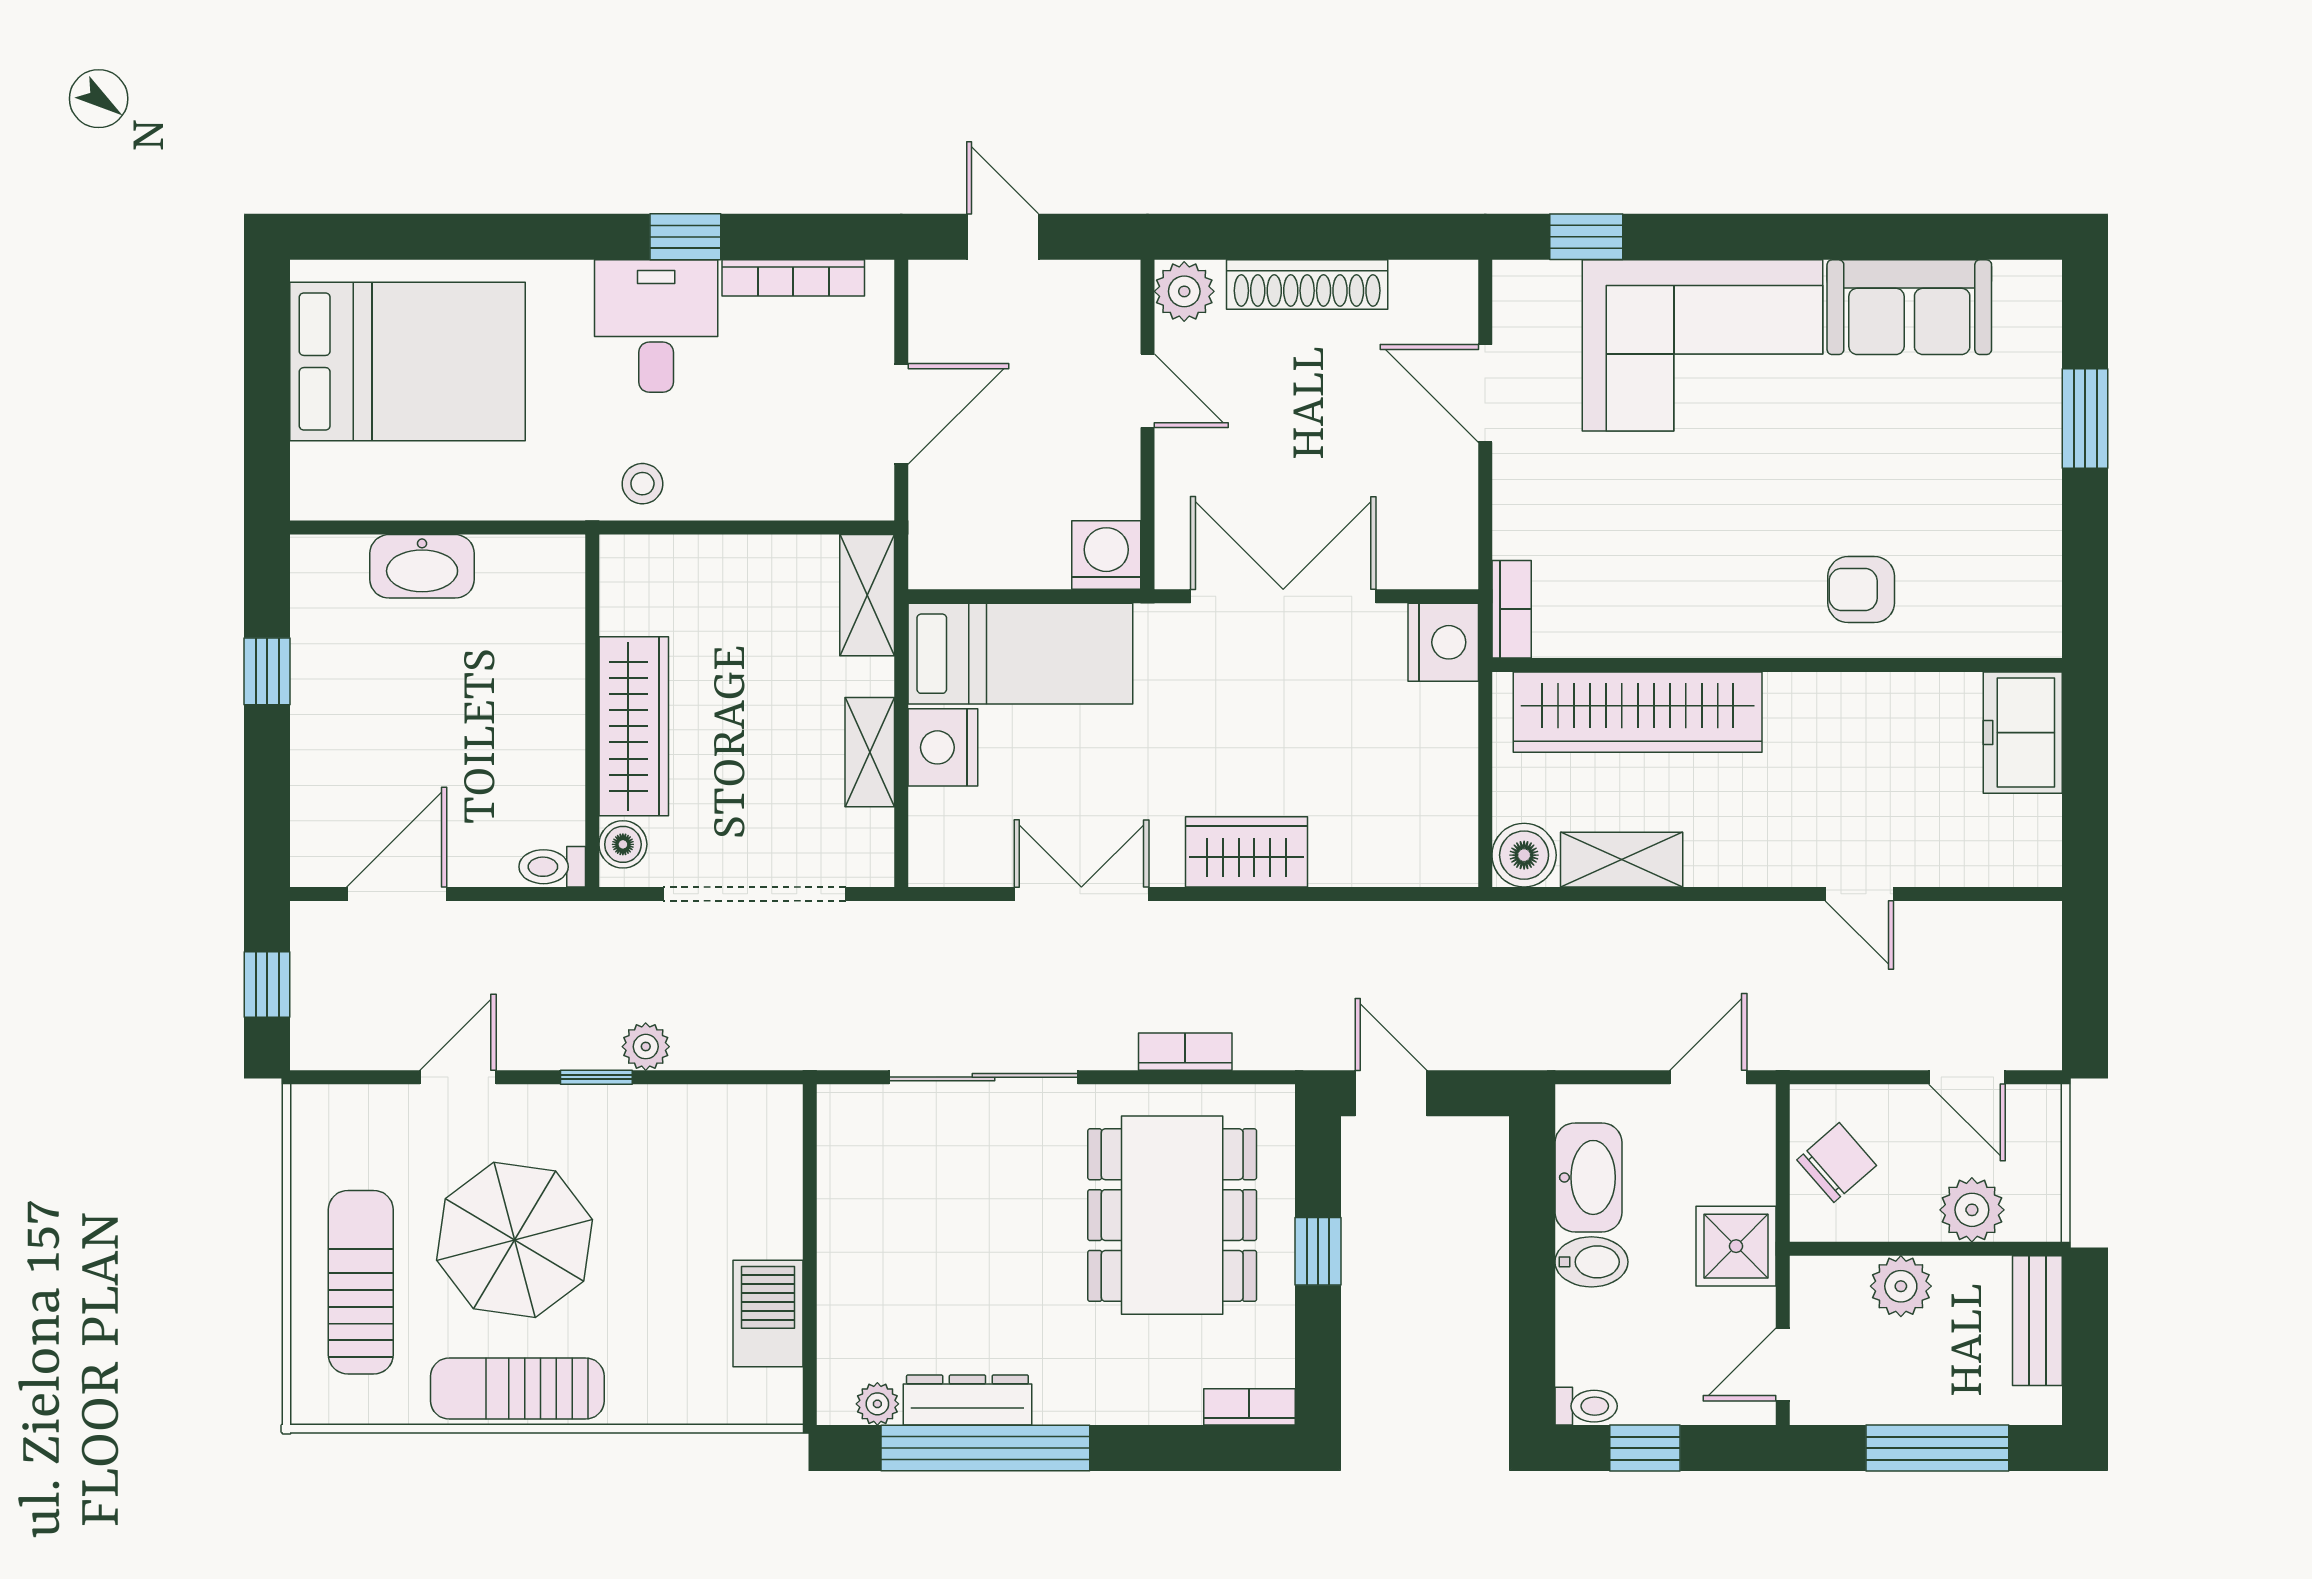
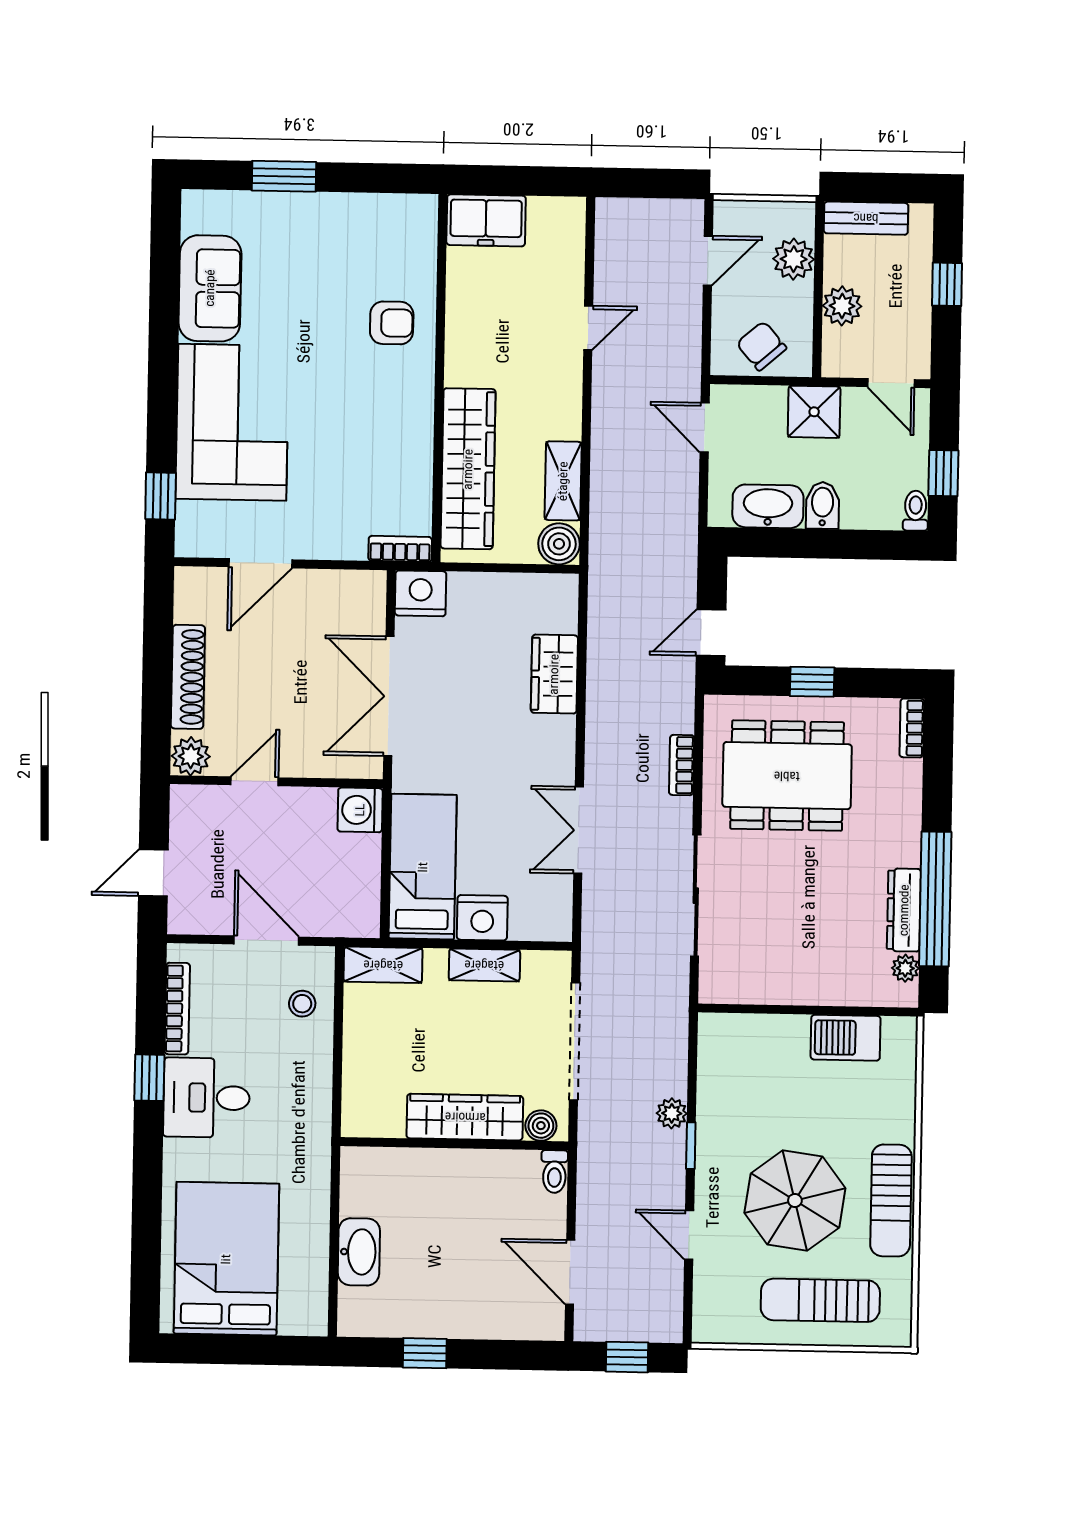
stool: (642, 484) -> (302, 1004), moved
armchair: (1861, 590) -> (392, 323), turned -90
wardrobe: (1246, 852) -> (554, 674), moved
window: (1937, 1448) -> (947, 284), width x0.46

